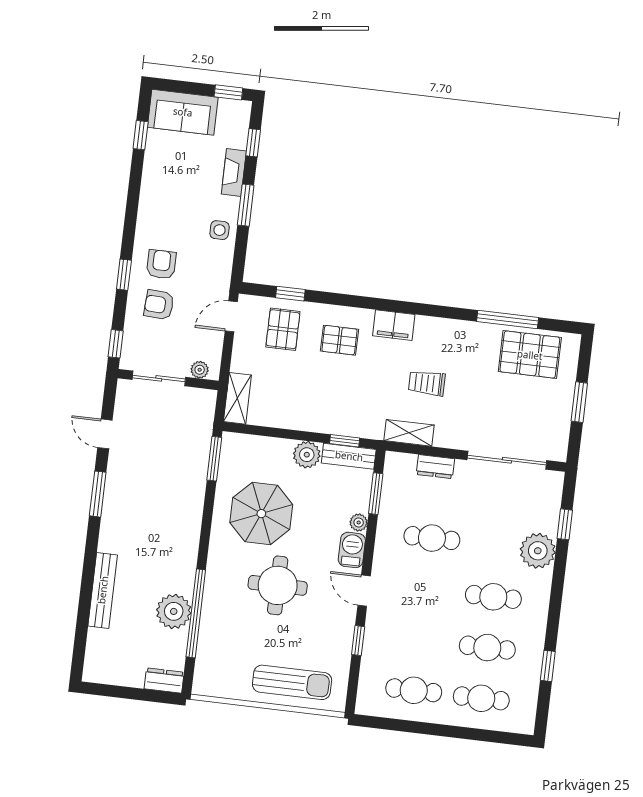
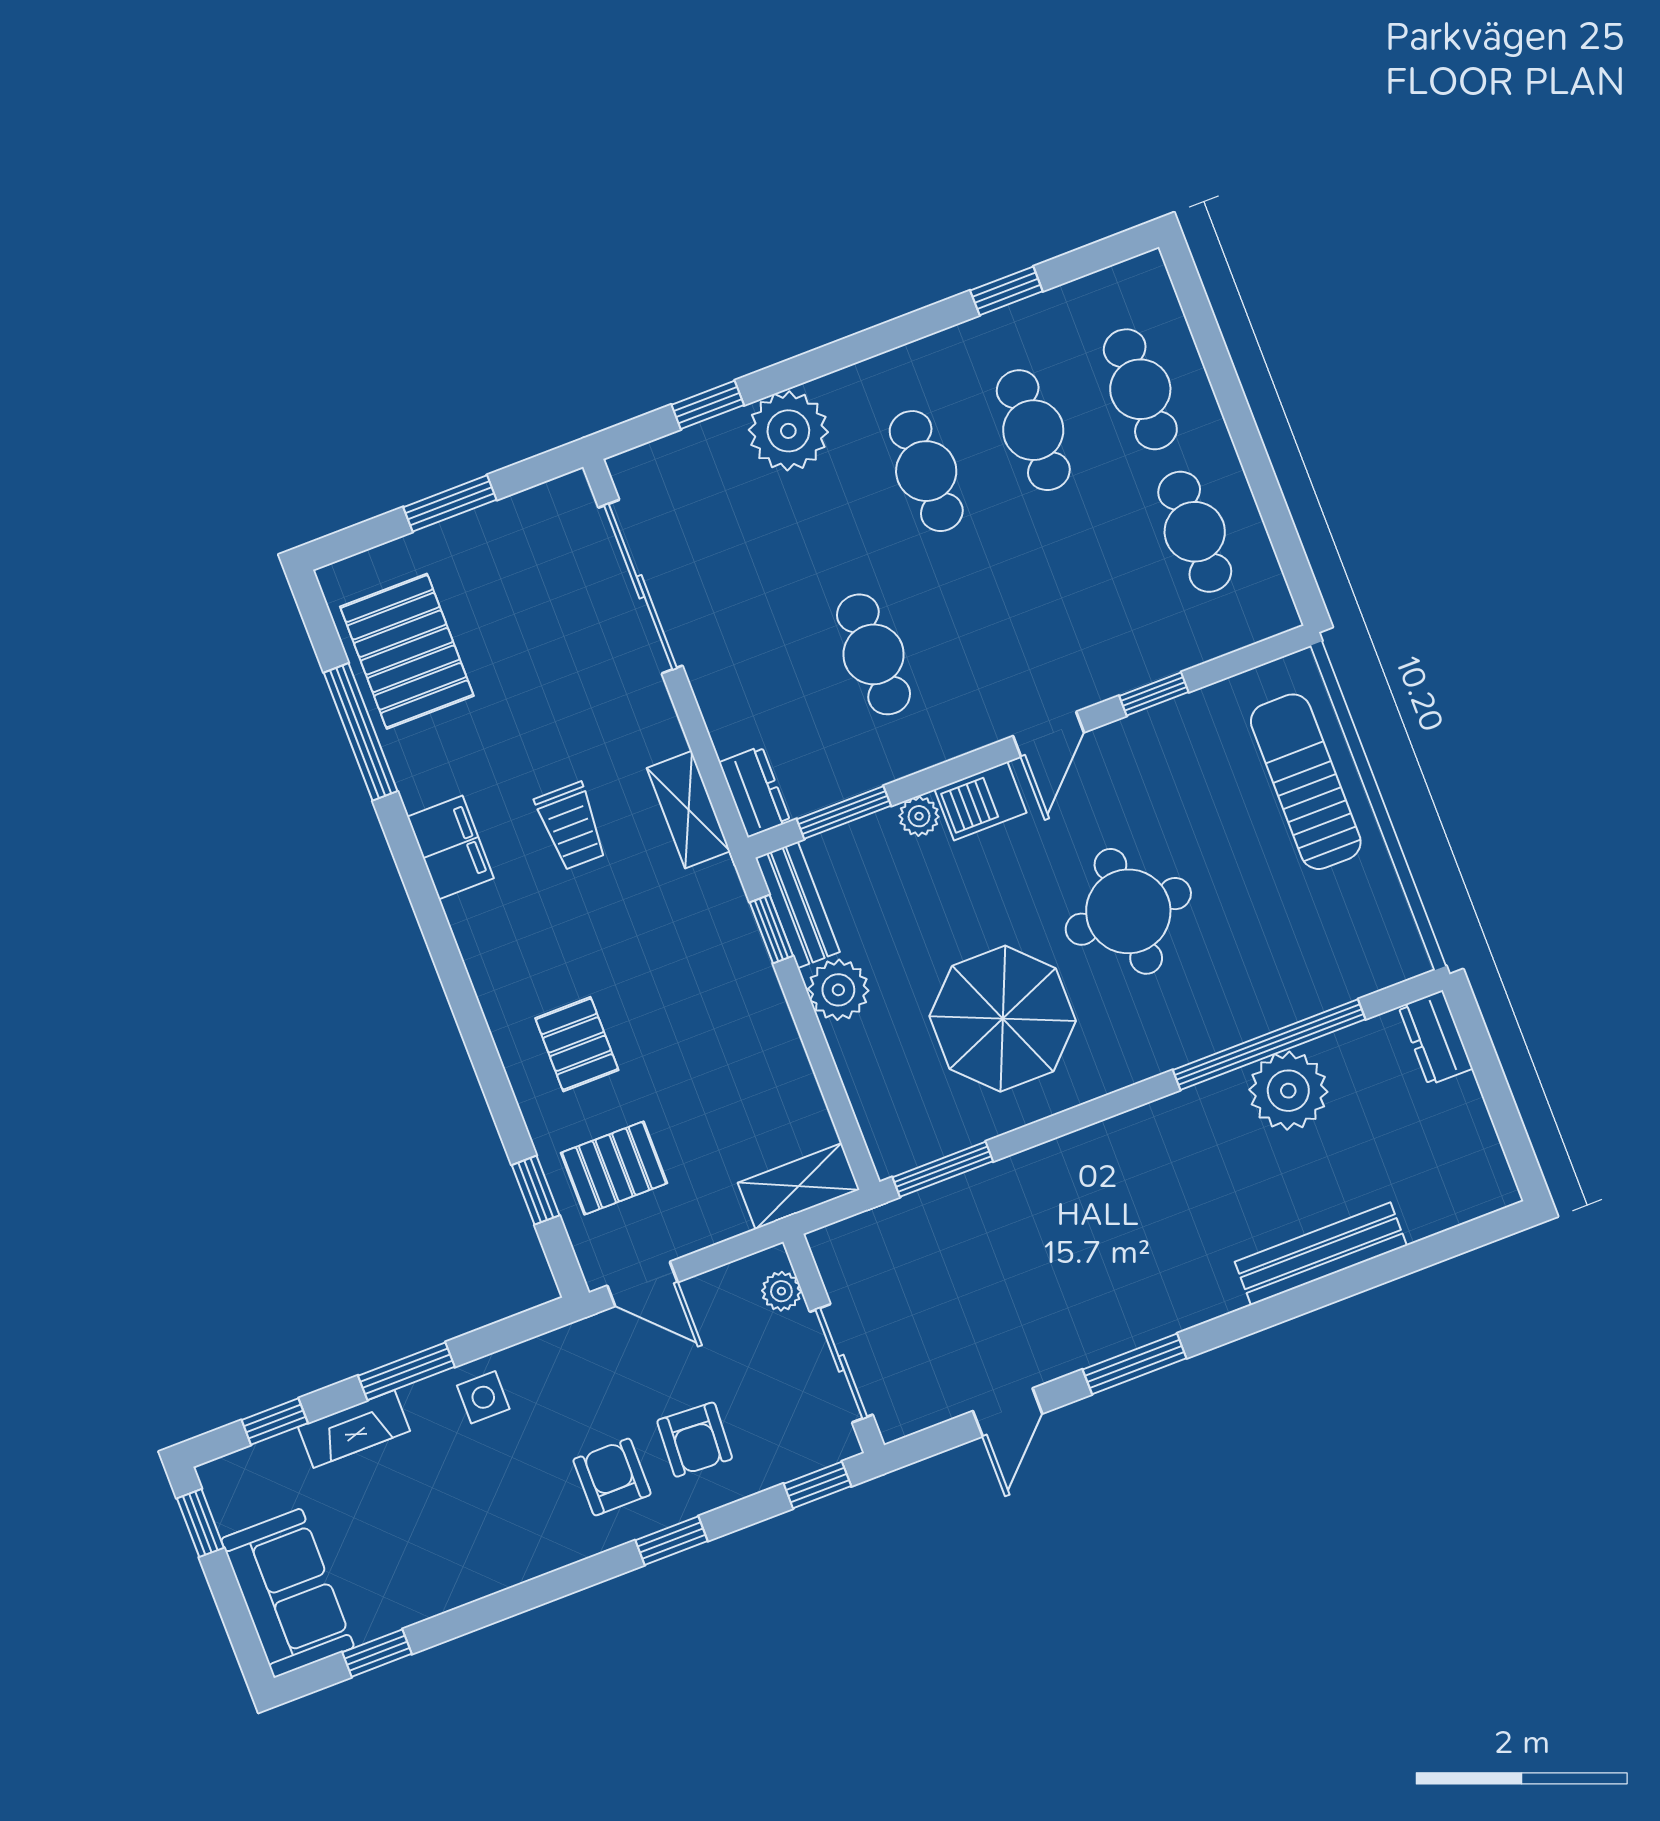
armchair: (161, 264) -> (612, 1477), turned 90
filing cabinet: (394, 325) -> (450, 847), moved
dresser: (435, 467) -> (755, 792), moved

